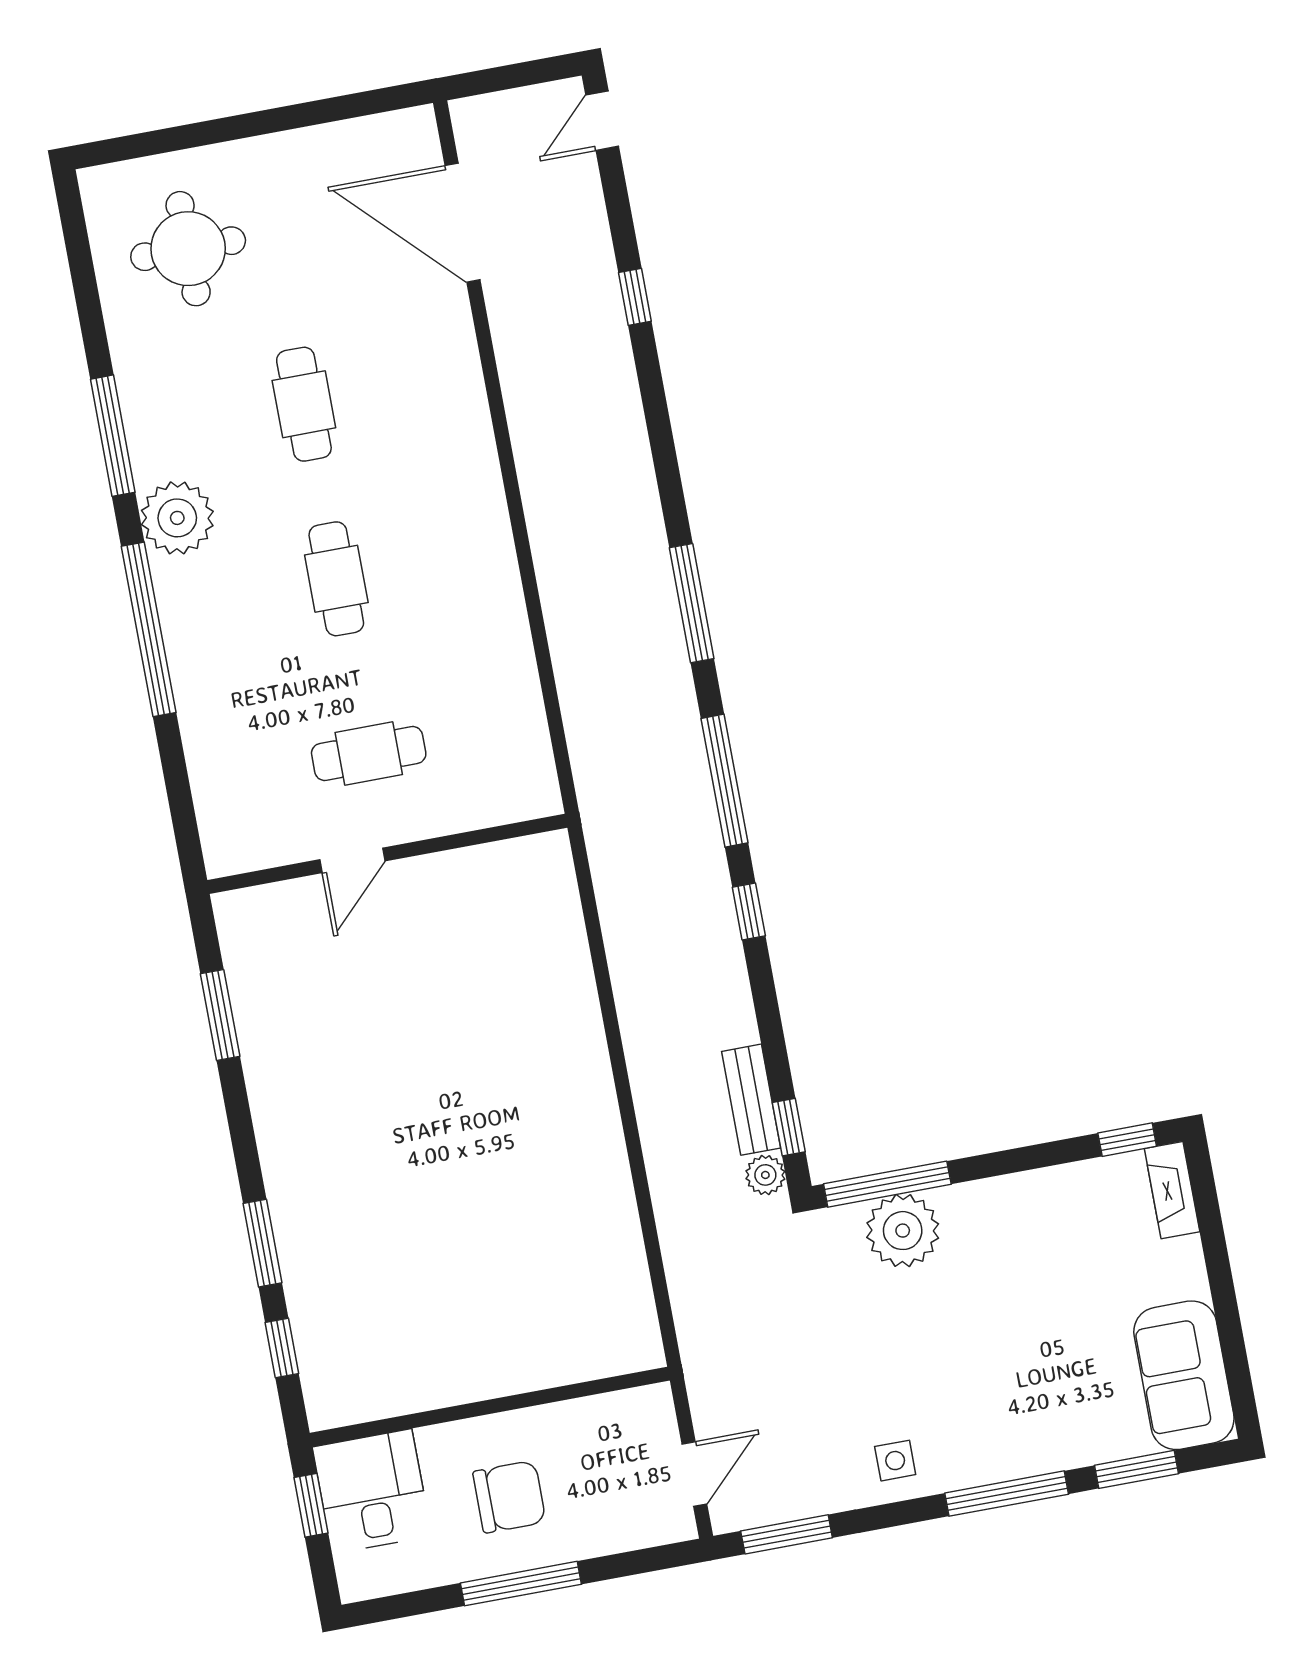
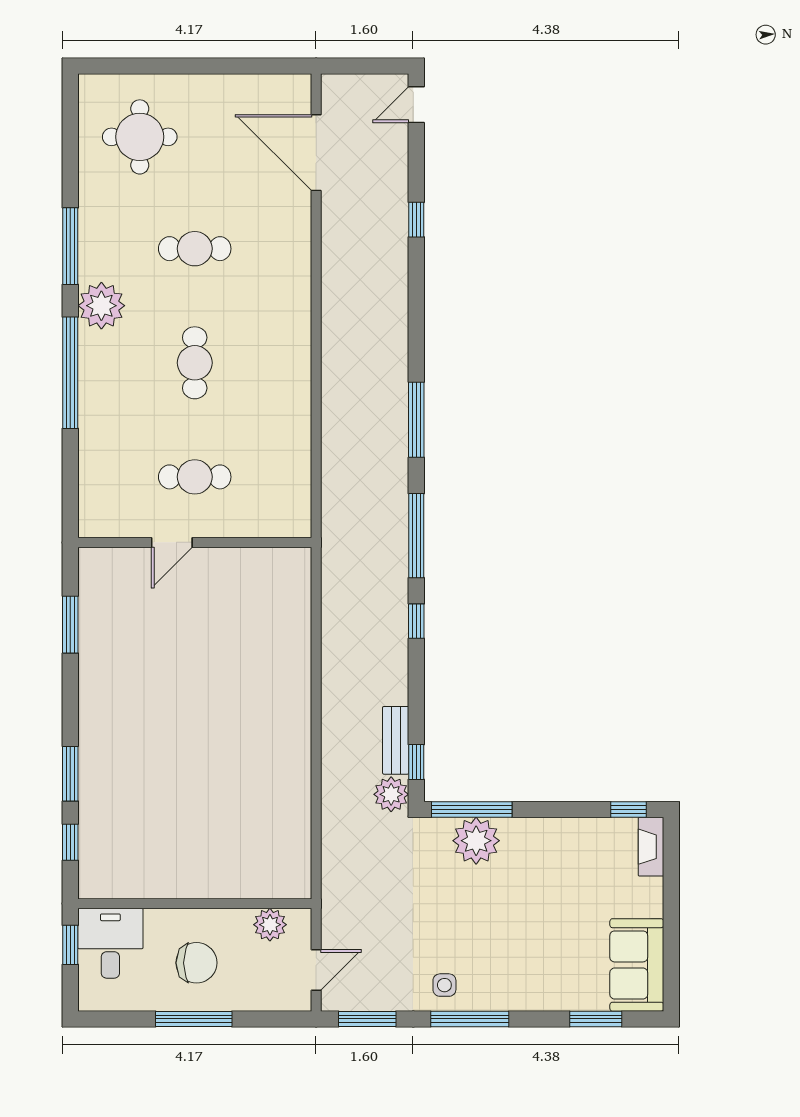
cafe table: (304, 404) -> (195, 249), turned 90
plant: (765, 1175) -> (391, 794), width x1.38, depth x1.38
plant: (611, 1418) -> (270, 925), added
window: (1007, 1494) -> (470, 1019), moved

